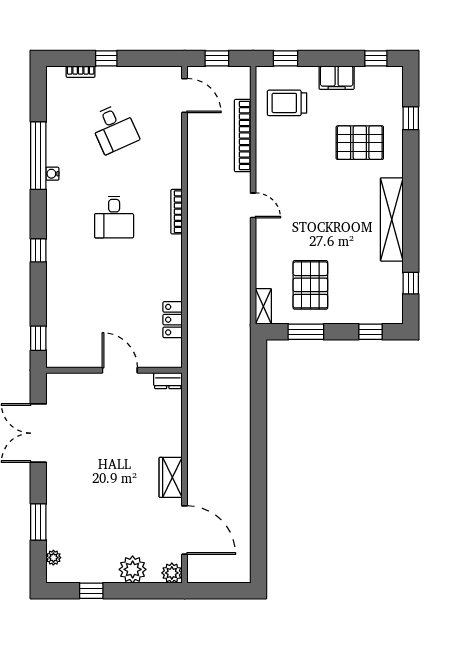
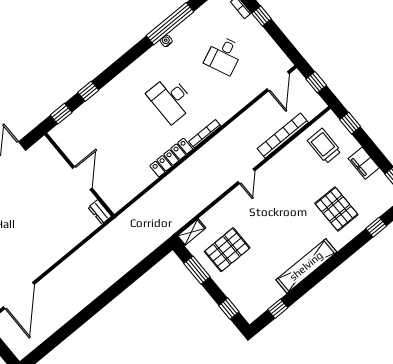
desk: (114, 217) -> (171, 99), width x1.37
window: (38, 250) -> (88, 91), moved
locker: (173, 320) -> (171, 157), moved, width x1.53
wardrobe: (171, 477) -> (43, 261), removed

